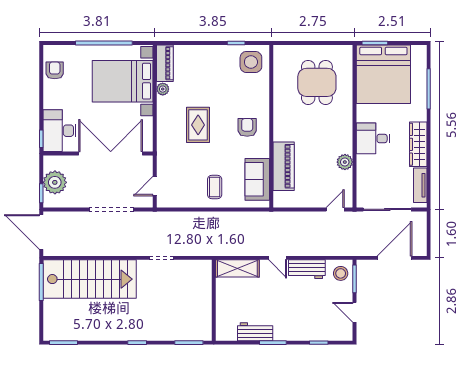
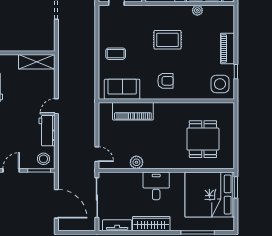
piano: (165, 63) -> (227, 48), moved, turned 90
dining table: (317, 82) -> (203, 139), turned 90
shelving: (237, 268) -> (37, 62), moved, turned 90

